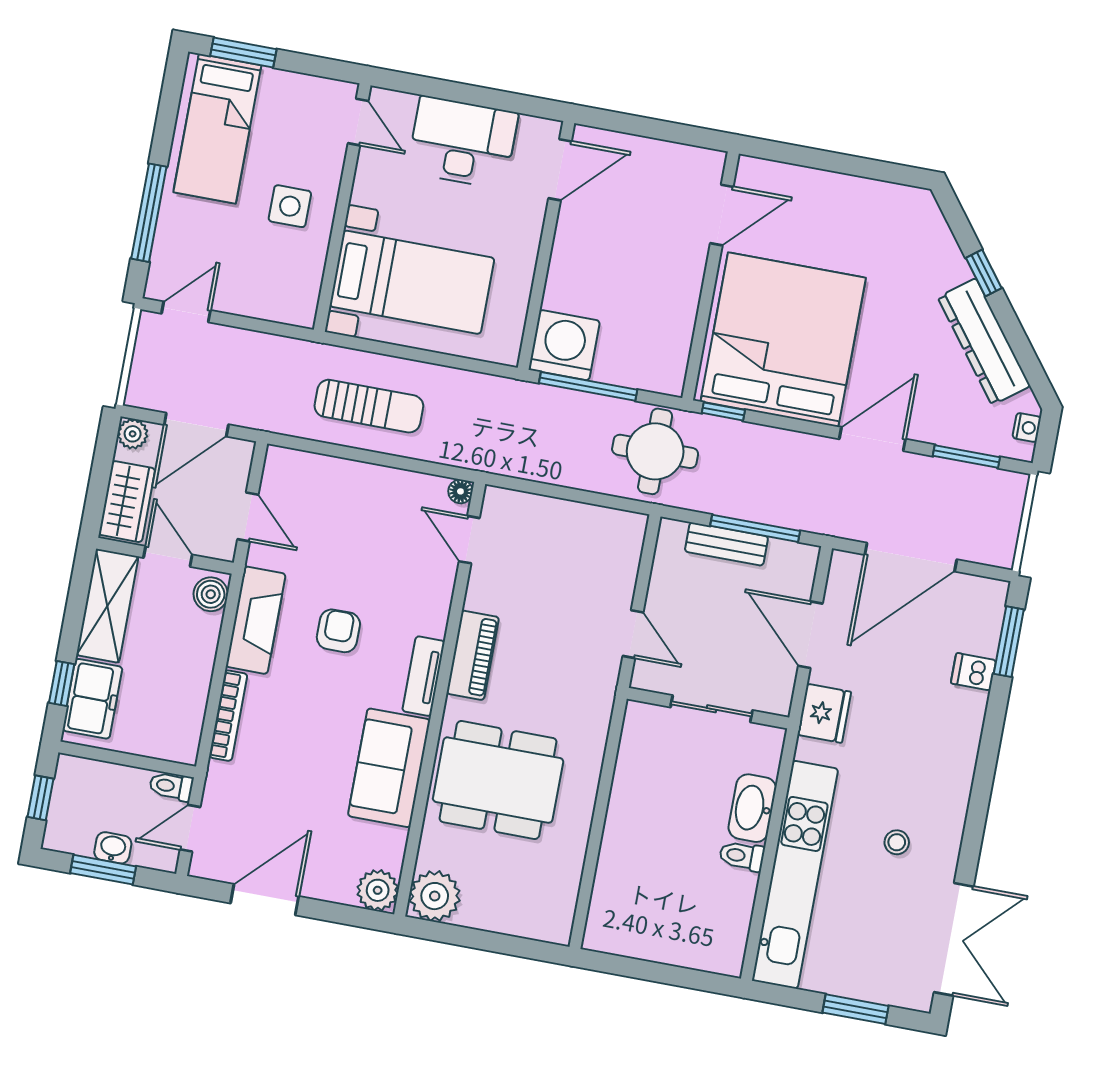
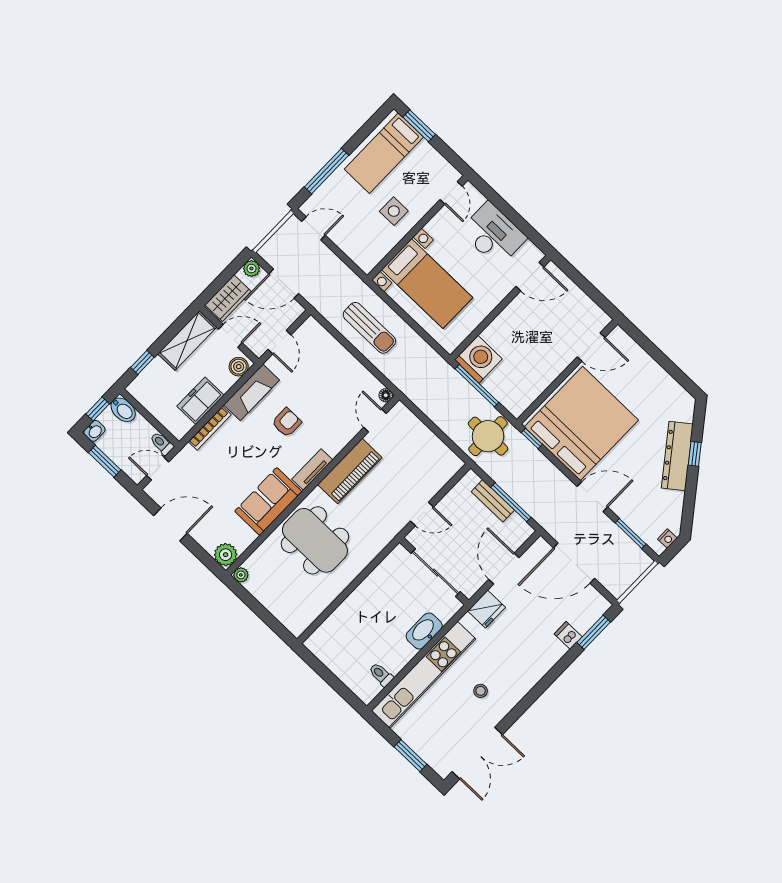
dresser: (984, 342) -> (677, 456), moved
door: (168, 556) -> (230, 336), hinge flipped
door: (633, 634) -> (422, 514), hinge flipped
piano: (473, 655) -> (350, 471), width x1.37, depth x1.33
freezer: (92, 699) -> (200, 401), moved, turned 180
sliding door: (712, 709) -> (436, 573), width x1.37
bidet: (80, 774) -> (123, 410), added
washbasin: (113, 848) -> (94, 431), moved, turned 90
toilet: (742, 856) -> (381, 675), moved
plant: (435, 896) -> (241, 575), width x0.53, depth x0.53

